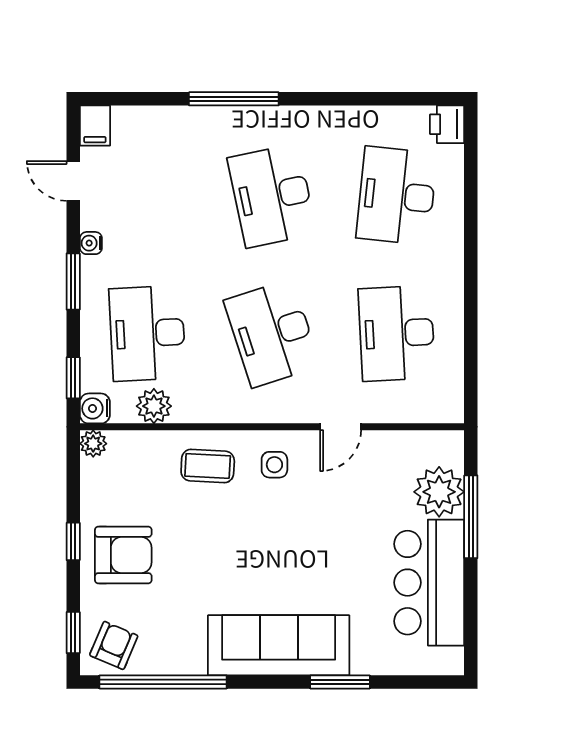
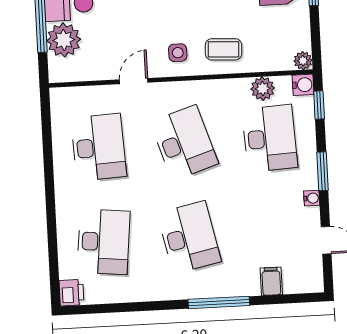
filing cabinet: (95, 126) -> (271, 281), moved

